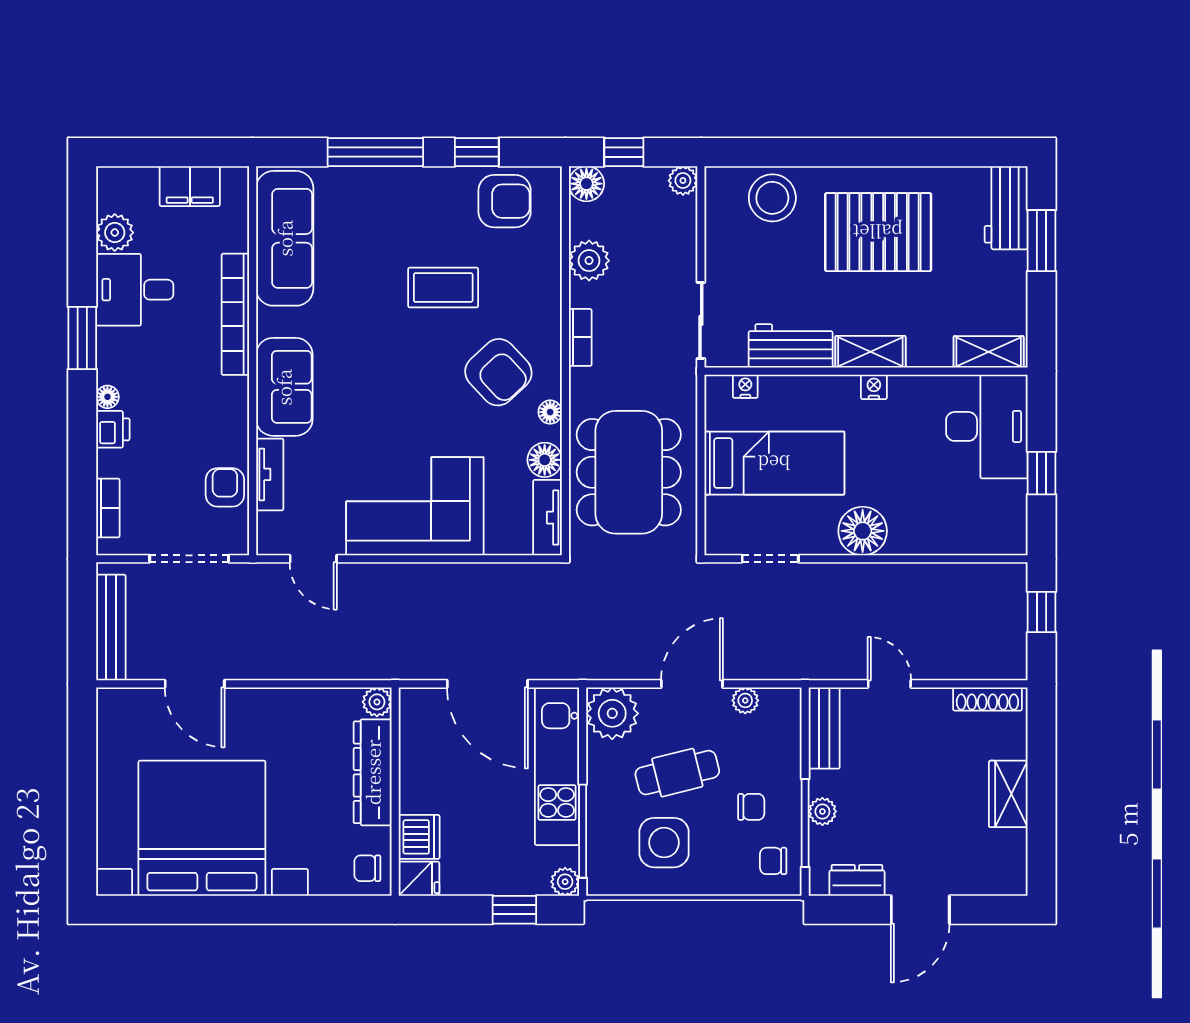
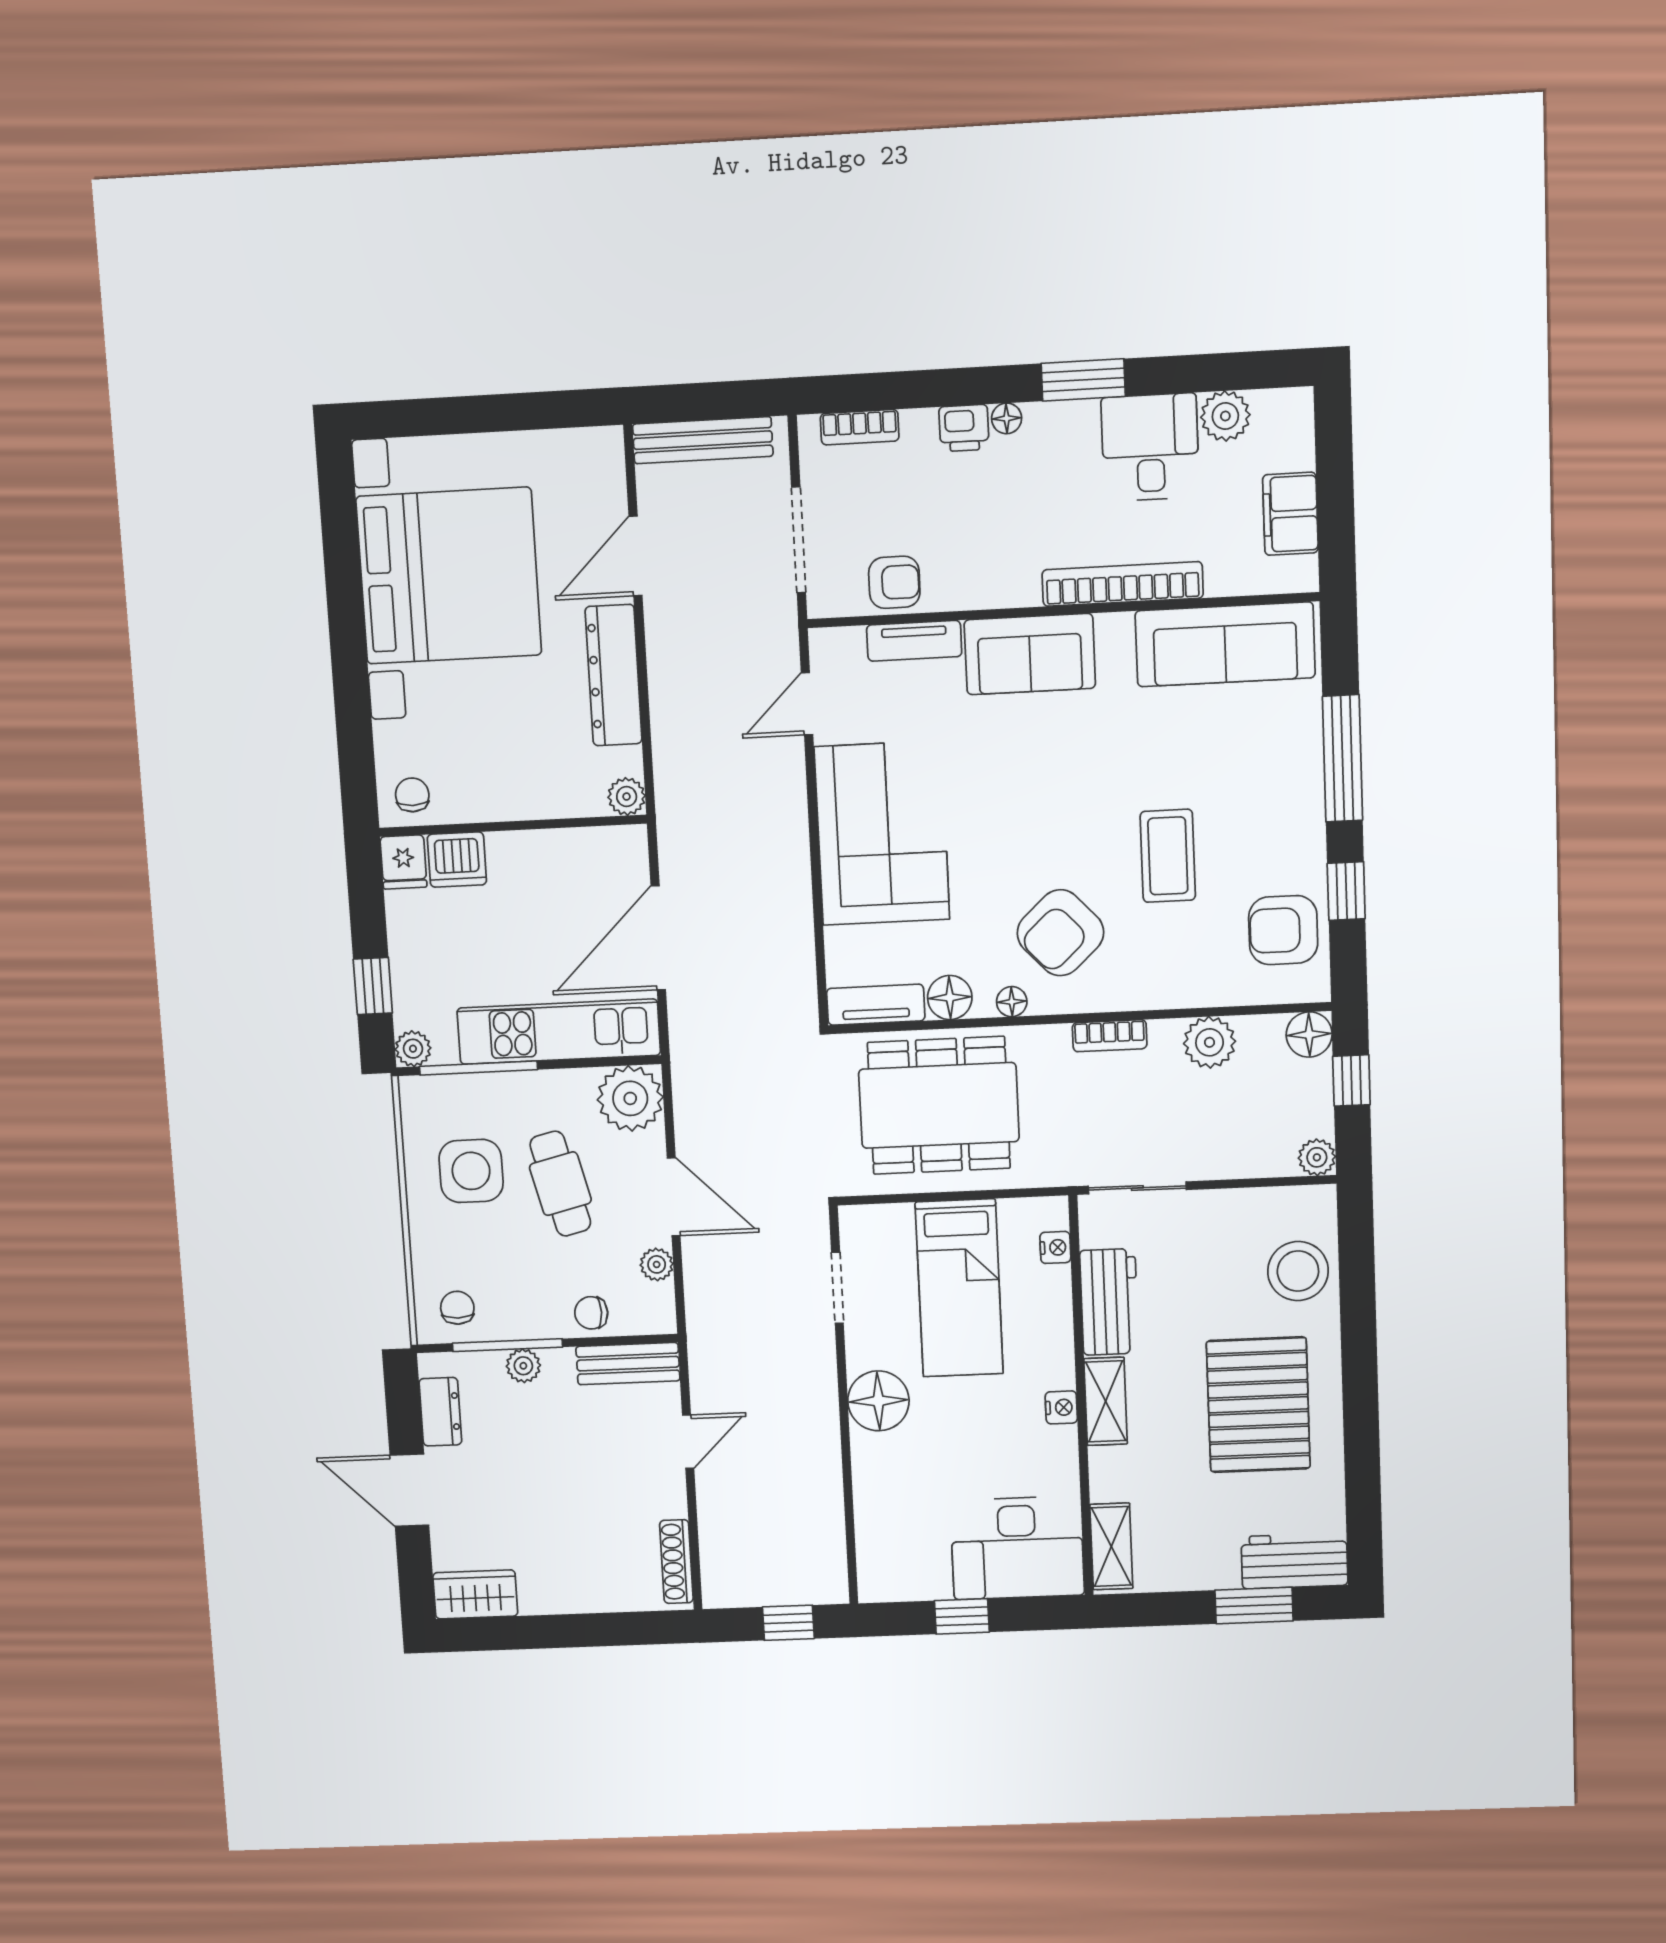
armchair: (505, 201) -> (1283, 930), turned 90
dresser: (373, 772) -> (614, 675), moved, turned -90
wardrobe: (1008, 794) -> (475, 1594), moved
chair: (751, 807) -> (591, 1313), moved, turned 90

